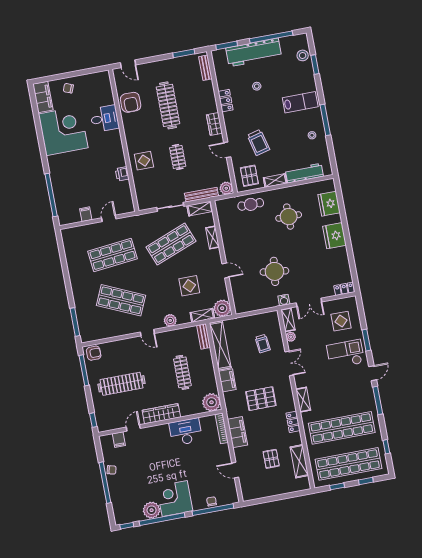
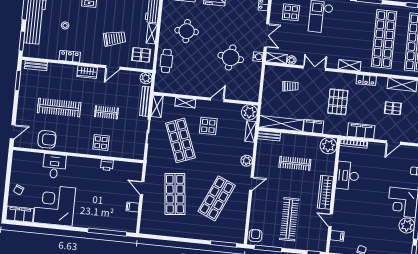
display table: (189, 286) -> (208, 126), moved

